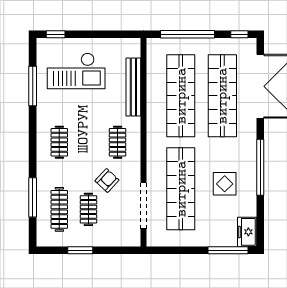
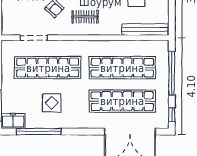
bench: (133, 87) -> (145, 30), moved
window: (260, 167) -> (39, 132), moved
doorway: (144, 206) -> (34, 38), width x0.73

